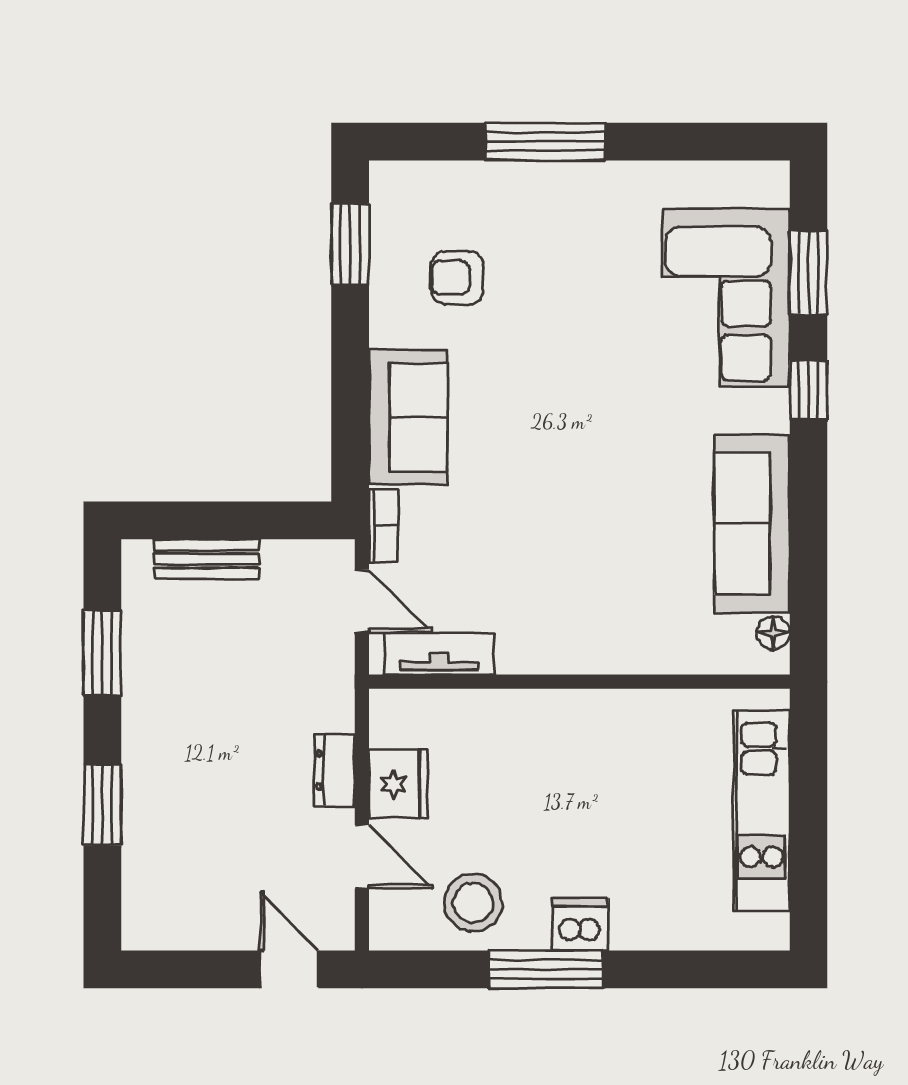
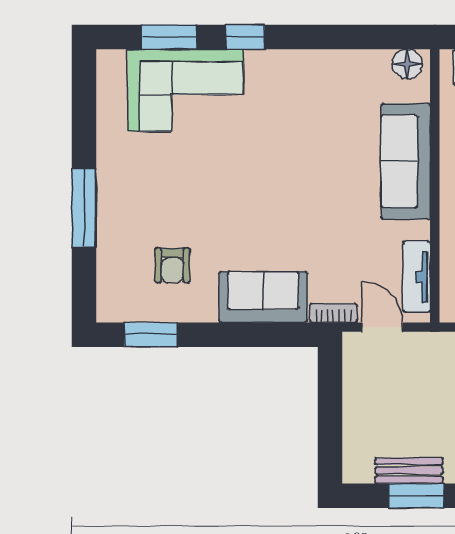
sofa: (752, 524) -> (406, 161), moved, turned 90
bench: (207, 559) -> (409, 471), moved, turned 90
door: (362, 601) -> (382, 327), hinge flipped
floor lamp: (773, 633) -> (407, 64), width x1.37, depth x1.37

